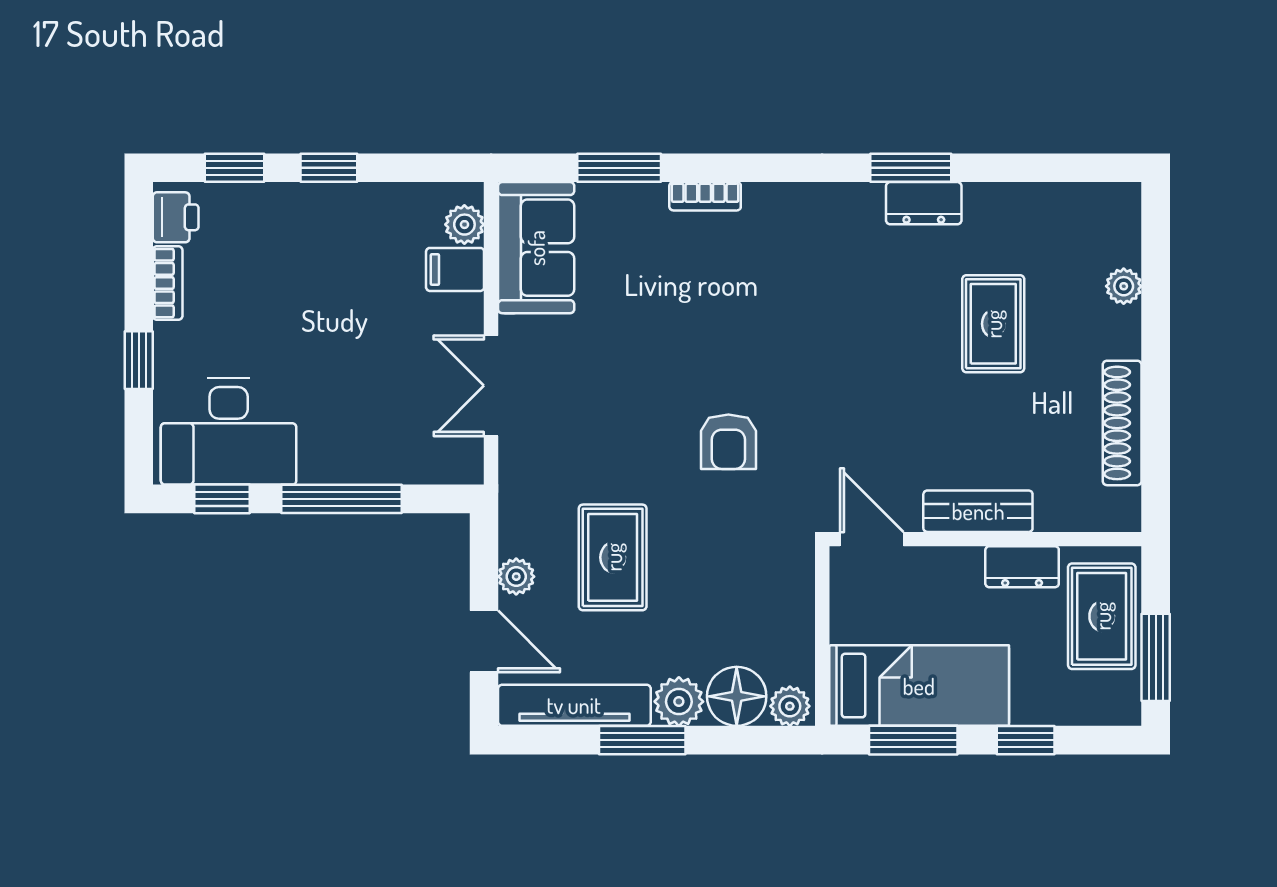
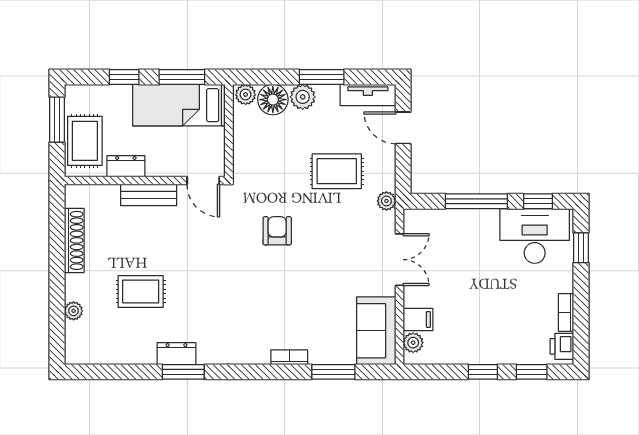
rug: (993, 324) -> (141, 292), turned 90
window: (139, 360) -> (581, 248), moved
rug: (613, 557) -> (337, 171), turned 90
plant: (516, 577) -> (386, 201), moved
tv unit: (574, 705) -> (368, 95), width x0.71

